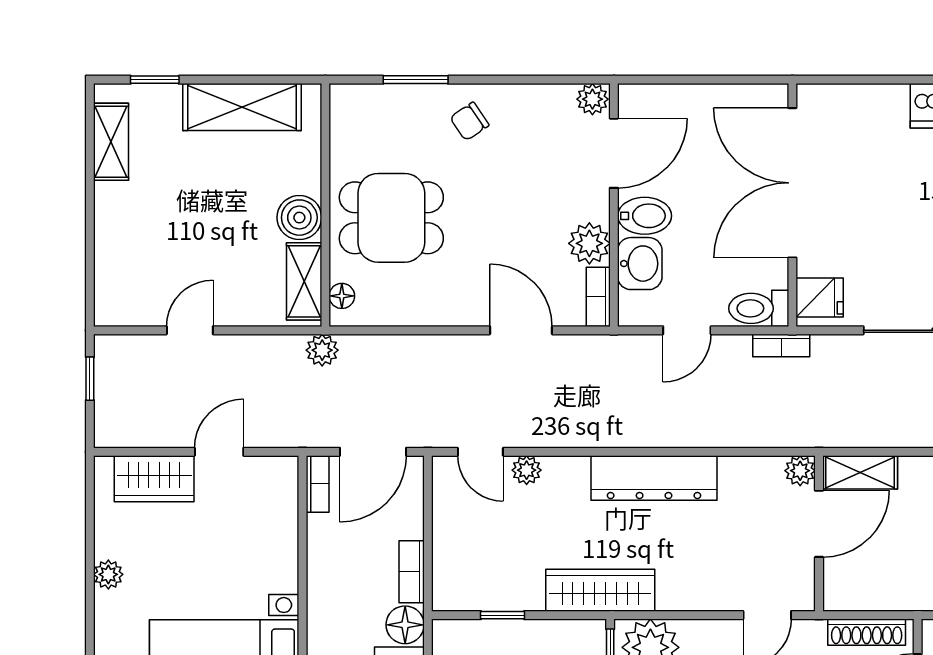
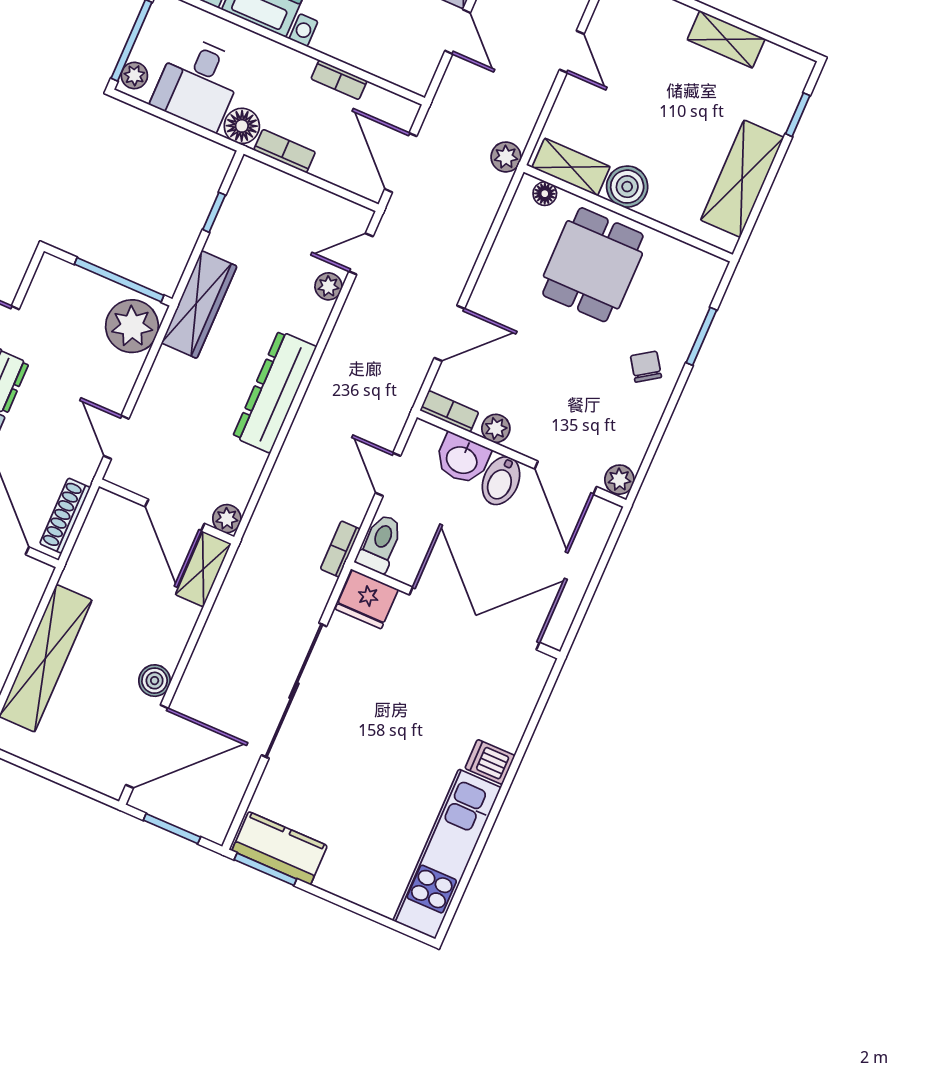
shelving: (111, 142) -> (726, 39), moved
plant: (589, 243) -> (496, 428), width x0.73, depth x0.73
fridge: (820, 298) -> (367, 599), width x1.38
bookcase: (318, 484) -> (339, 80), moved

